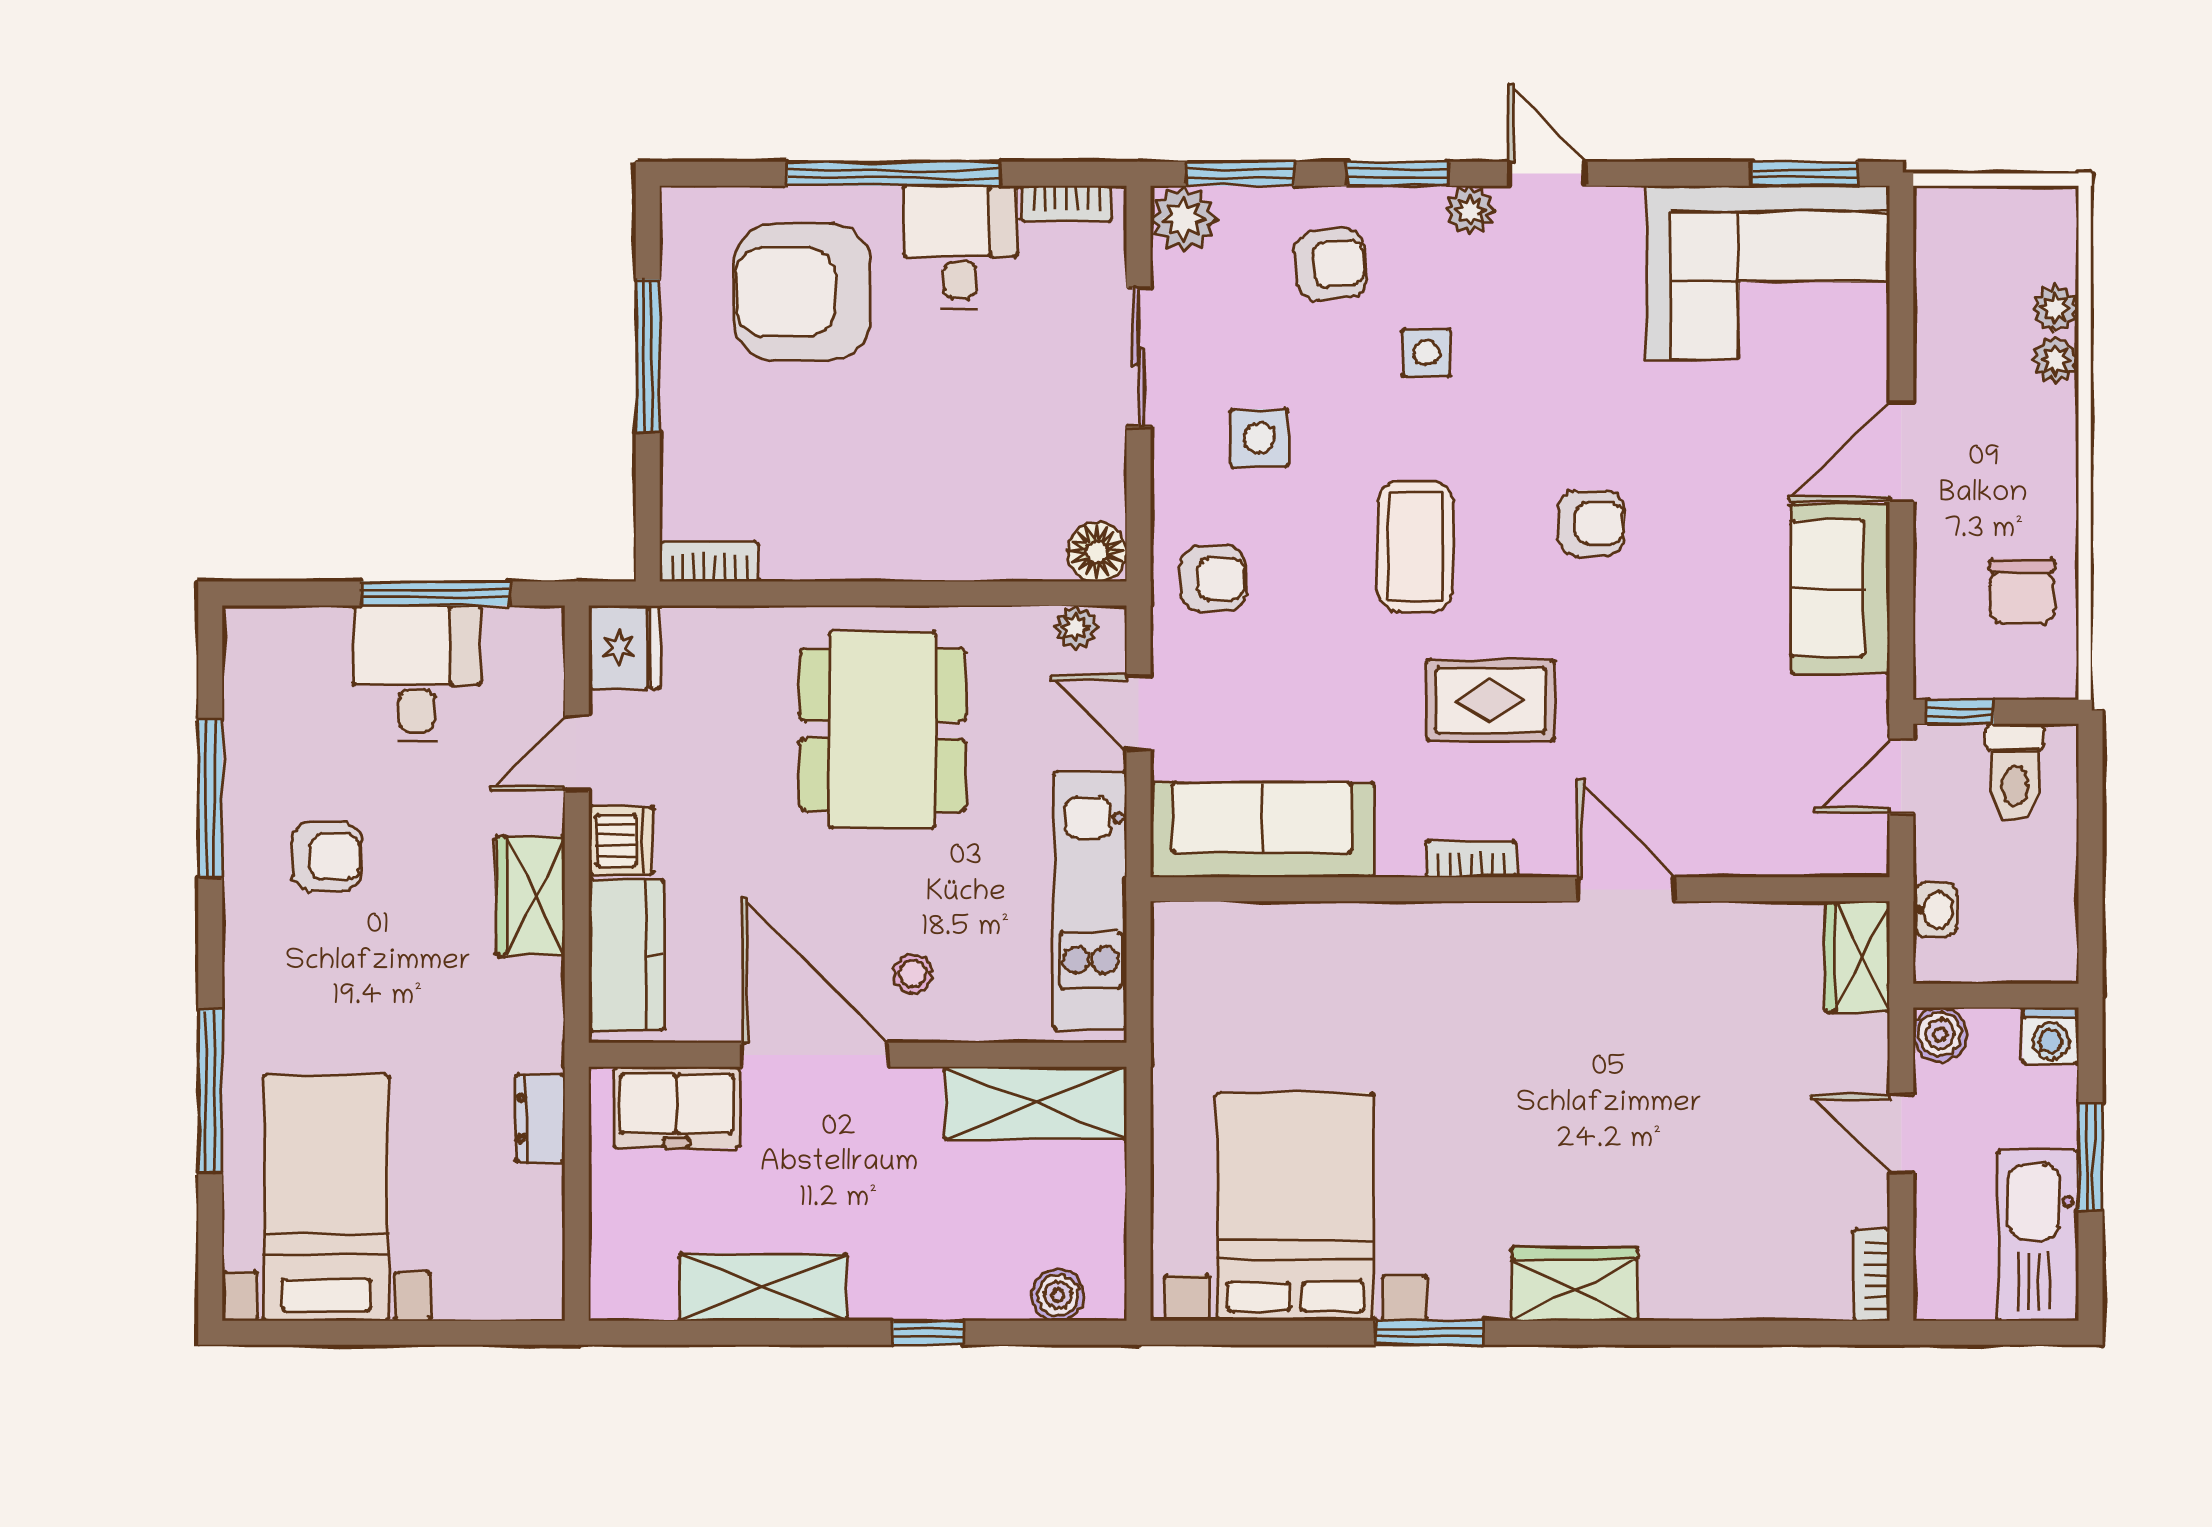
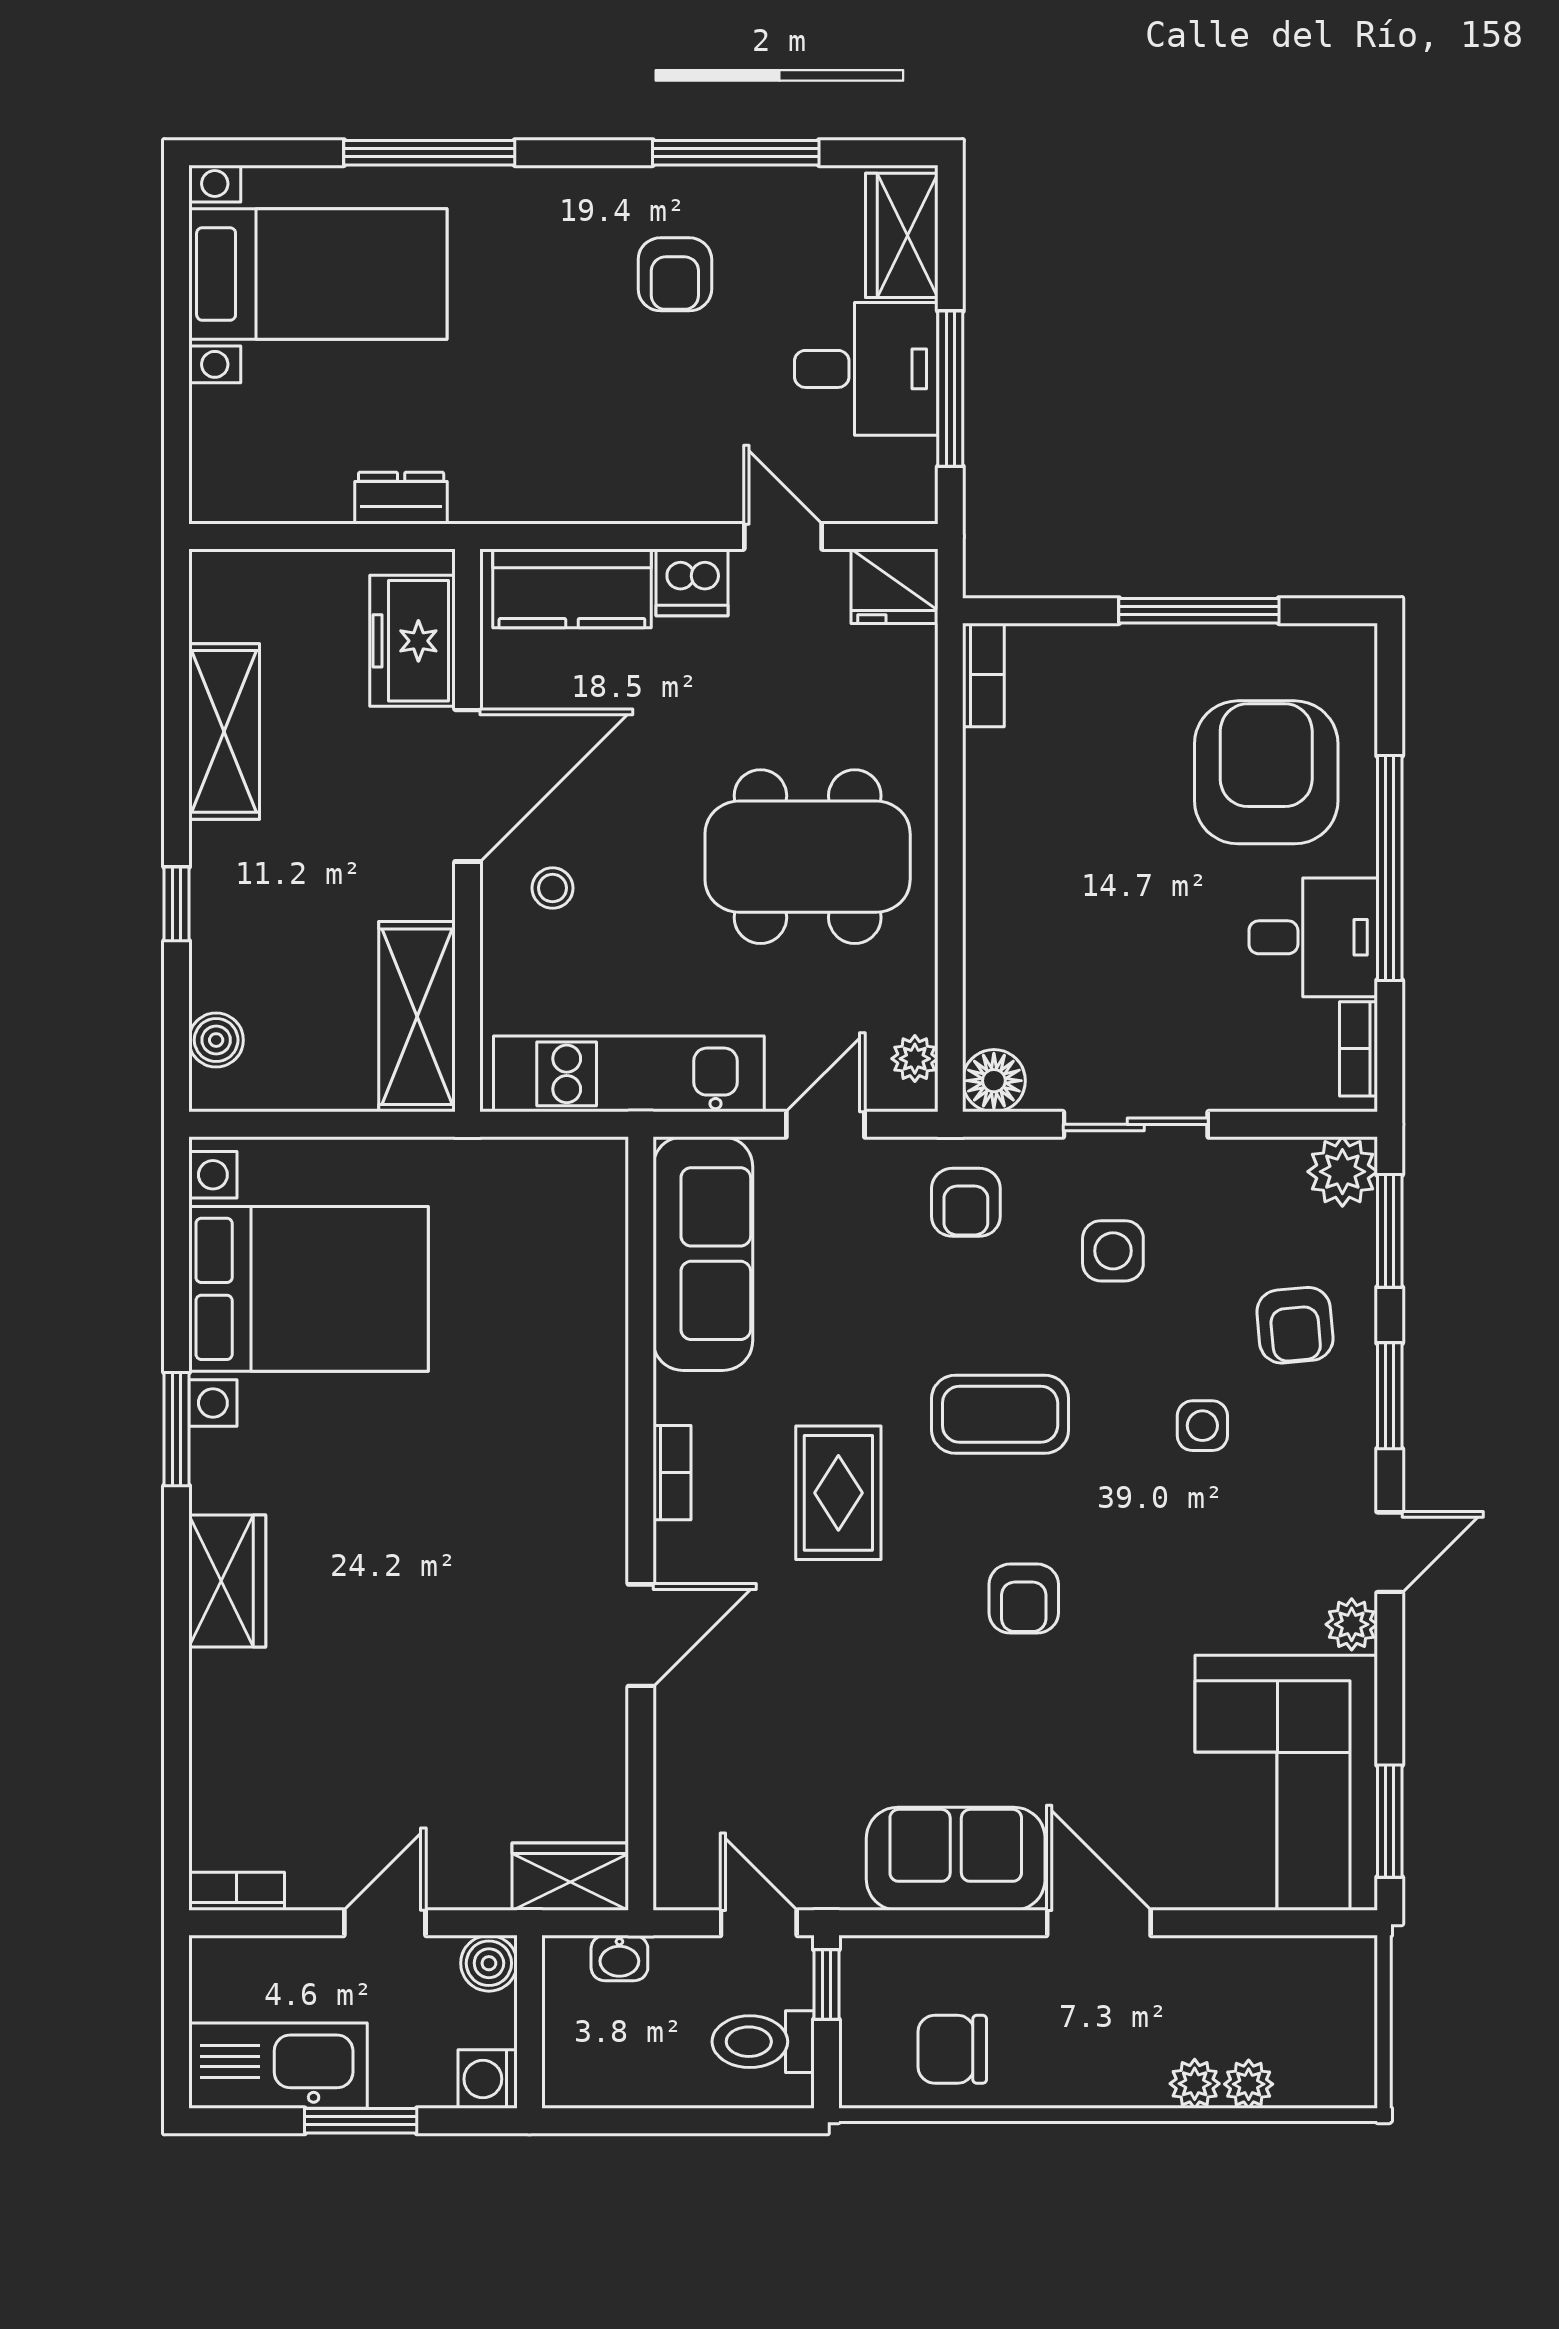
plant: (1470, 210) -> (1352, 1624), moved
sliding door: (1139, 357) -> (1136, 1124), moved
wardrobe: (530, 896) -> (902, 235), moved, turned -90

